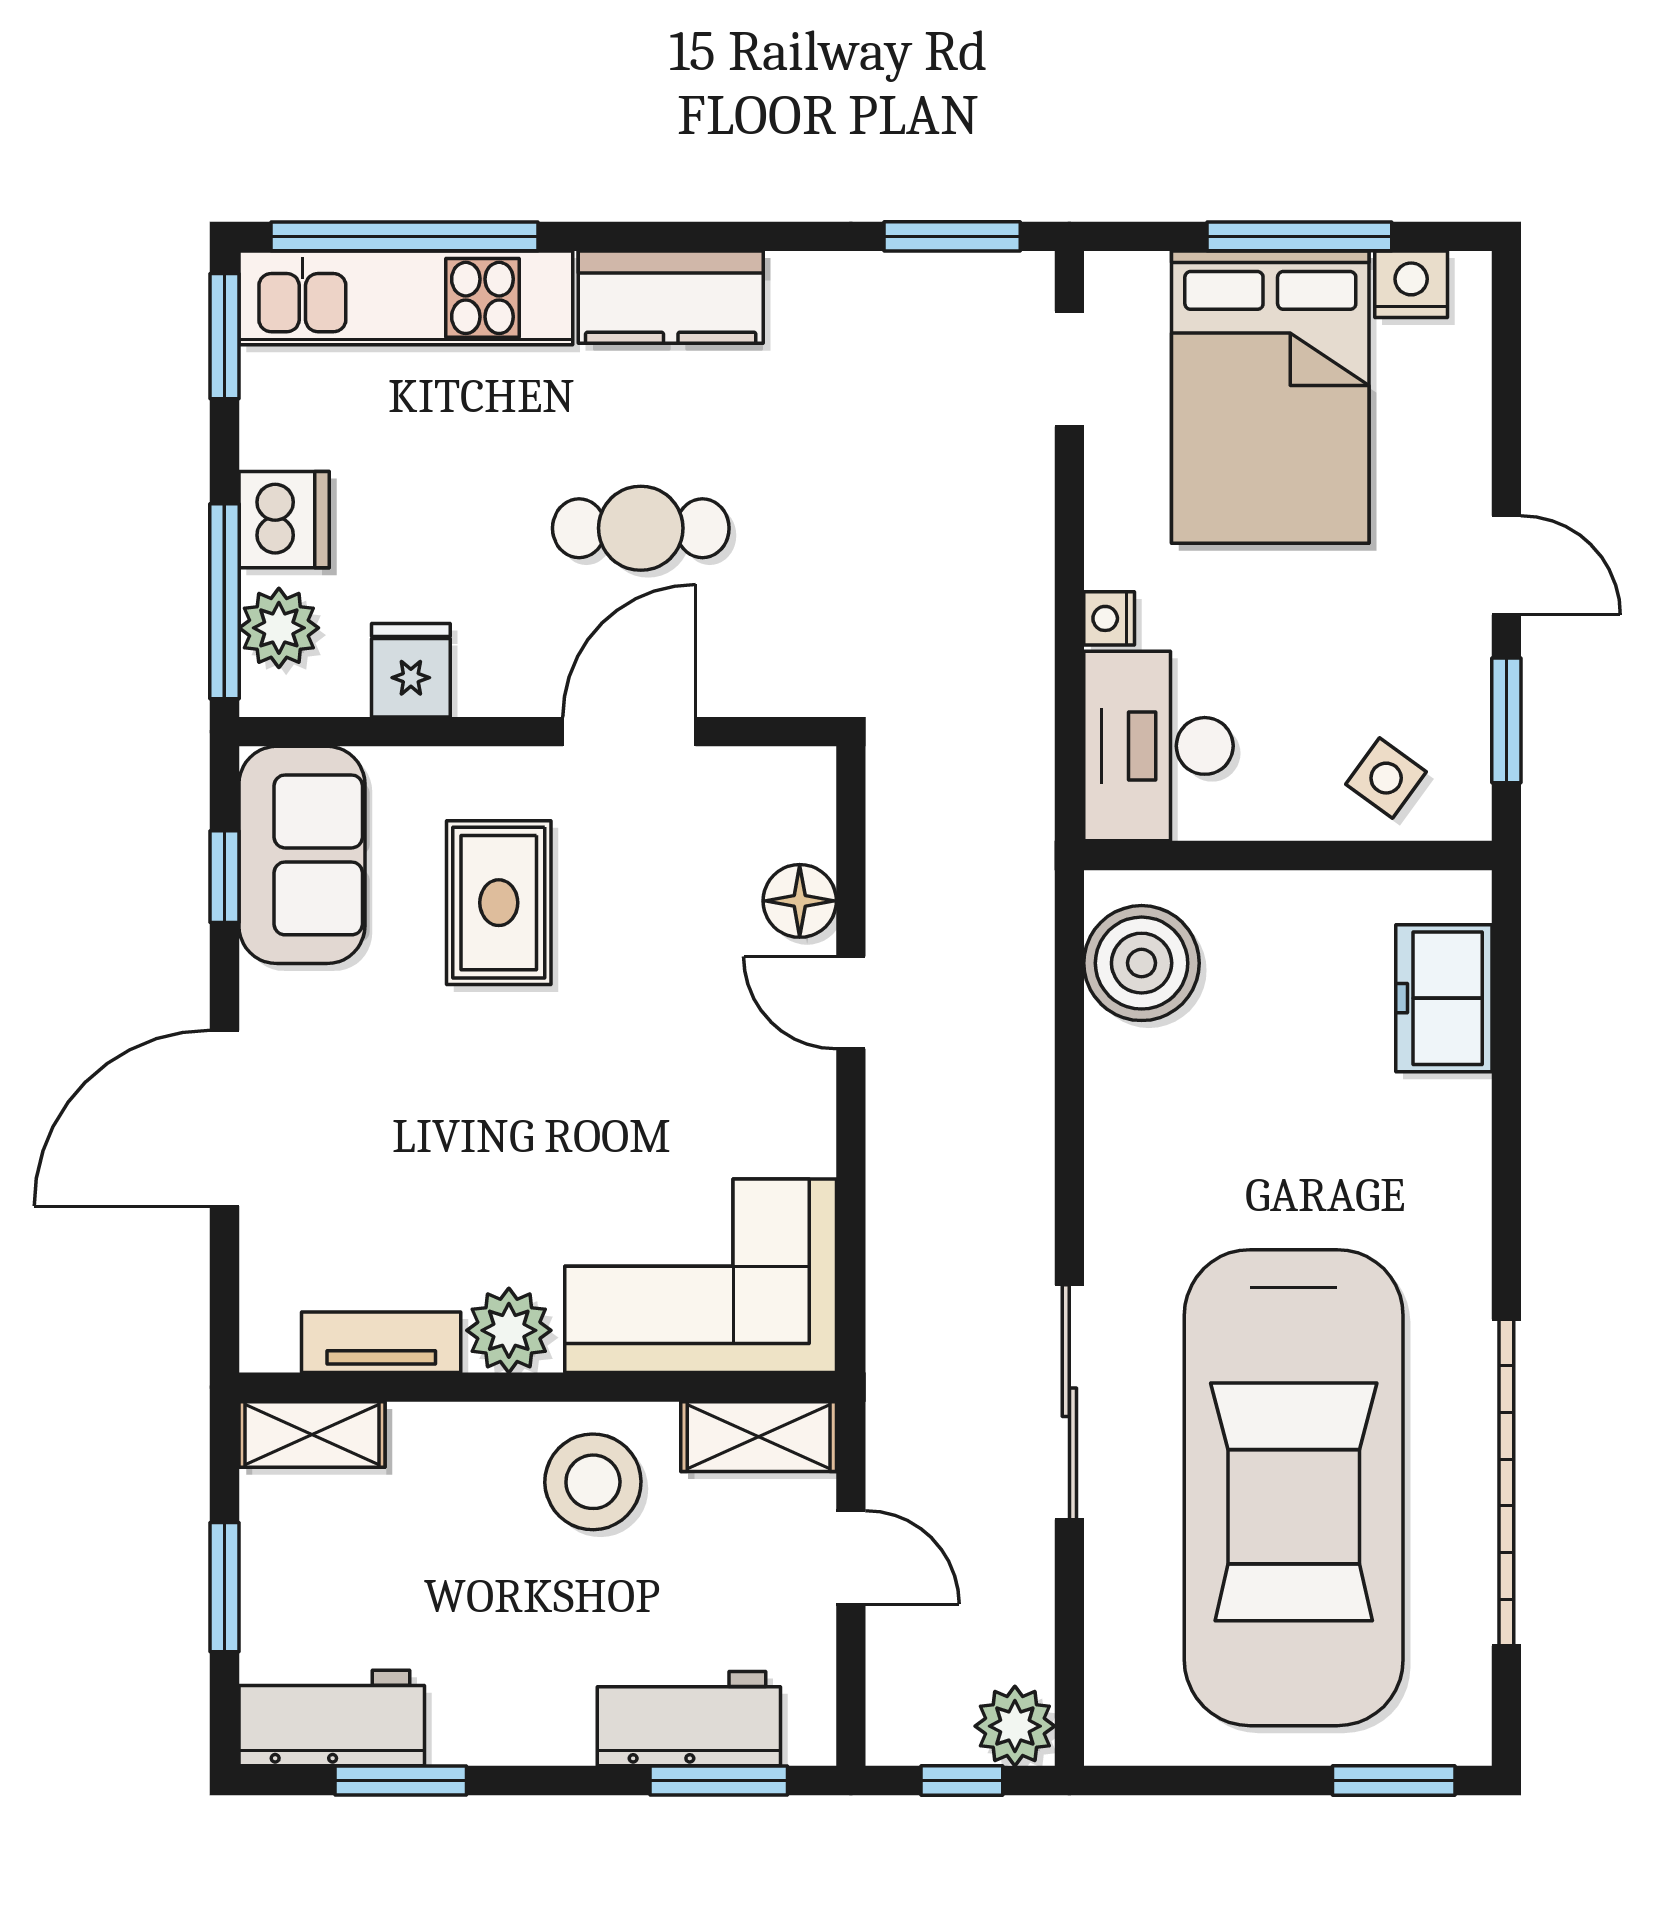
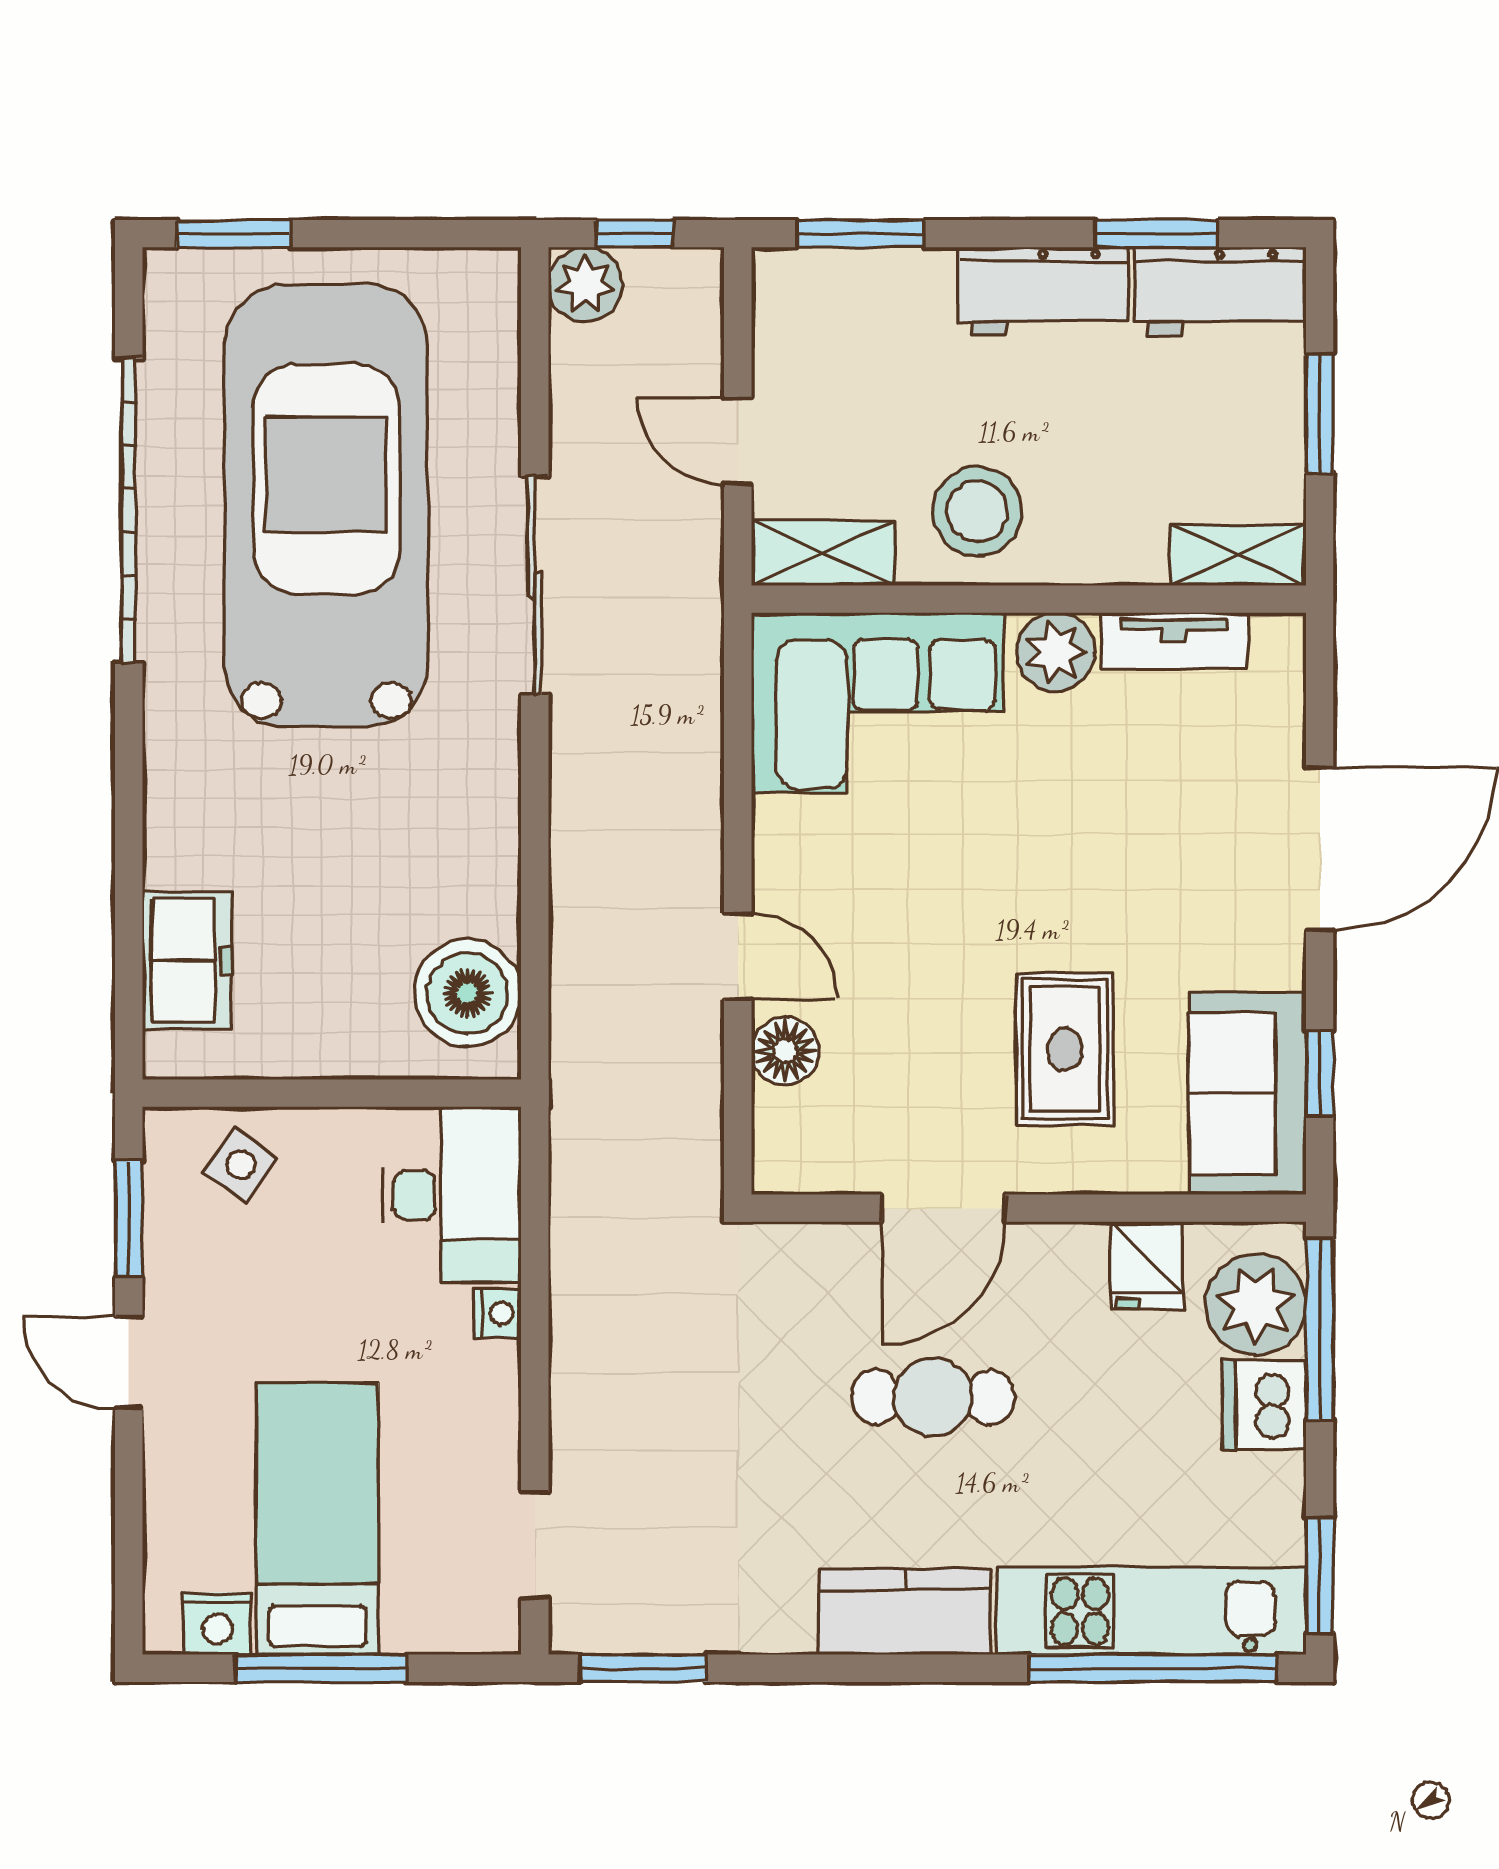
bed: (1270, 397) -> (317, 1519), width x0.67
plant: (279, 628) -> (1256, 1304), width x1.36, depth x1.36
workbench: (689, 1719) -> (1044, 291), moved

